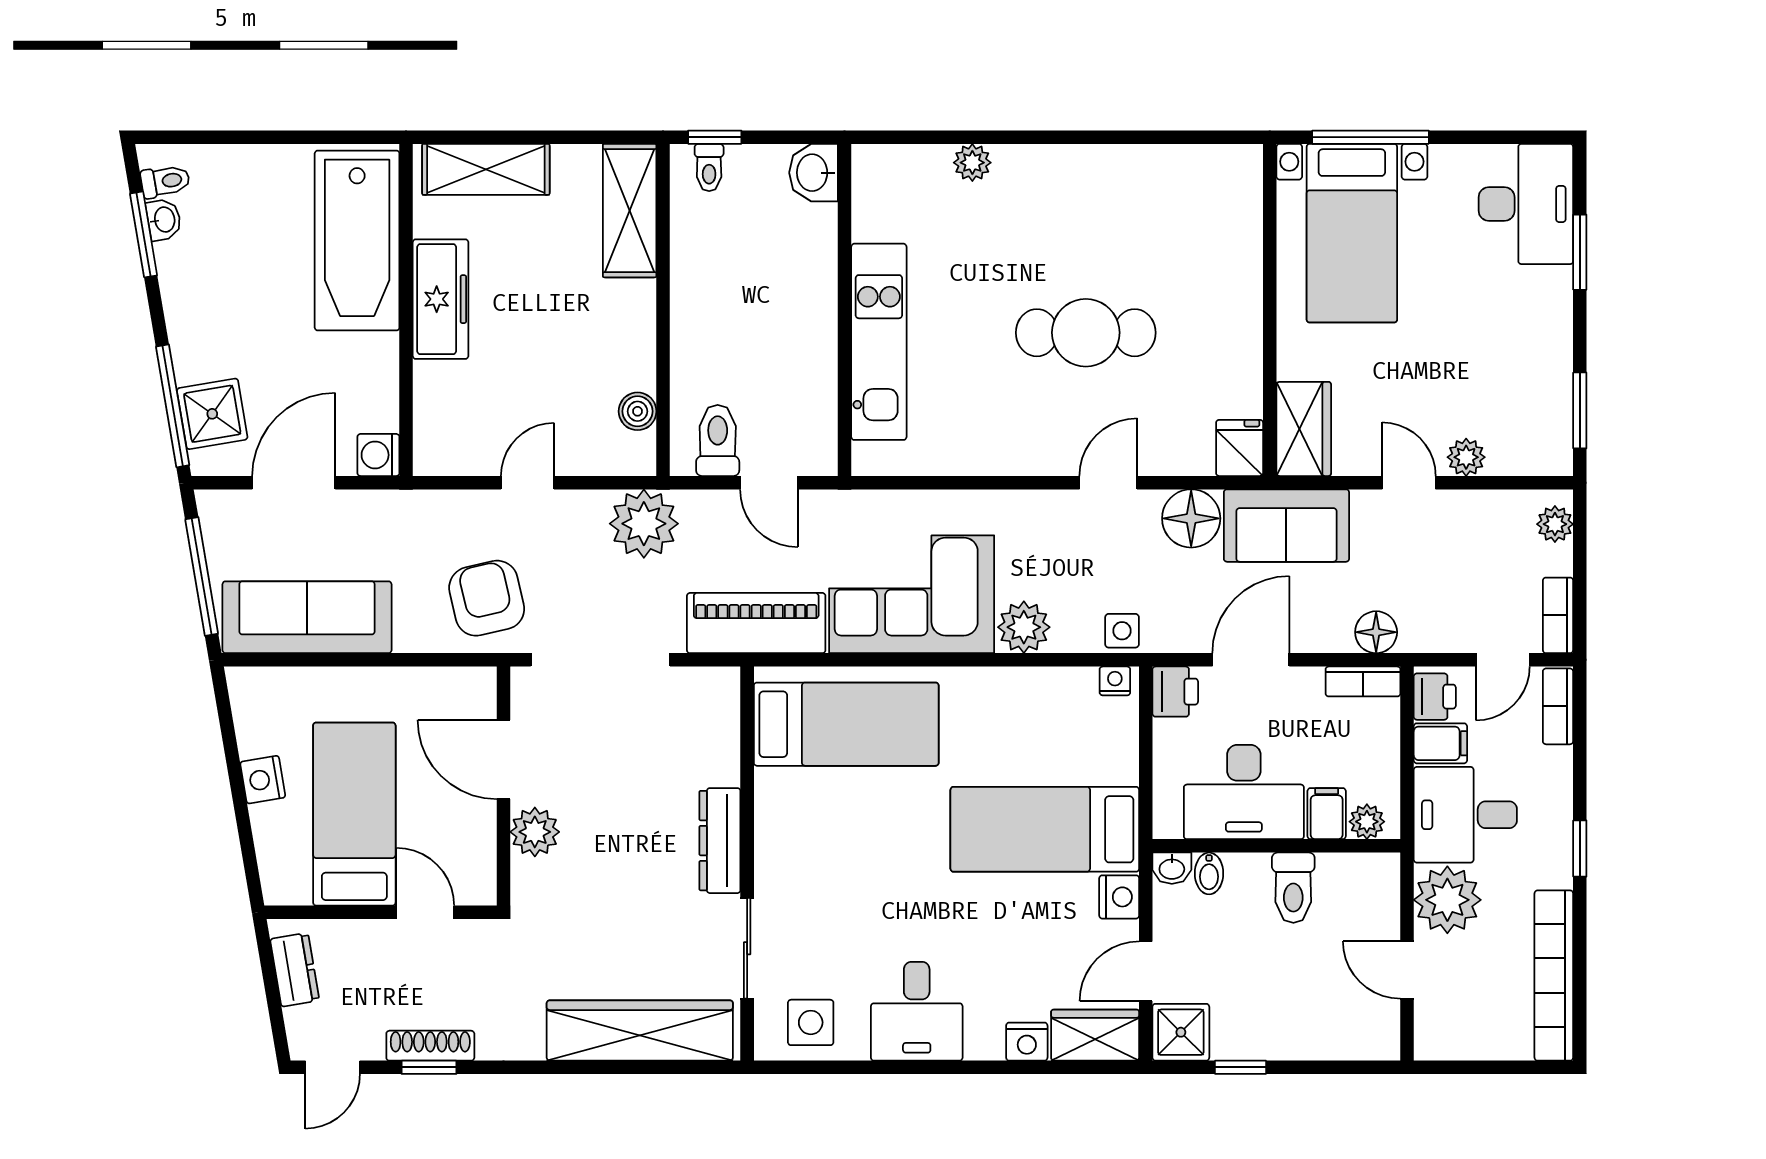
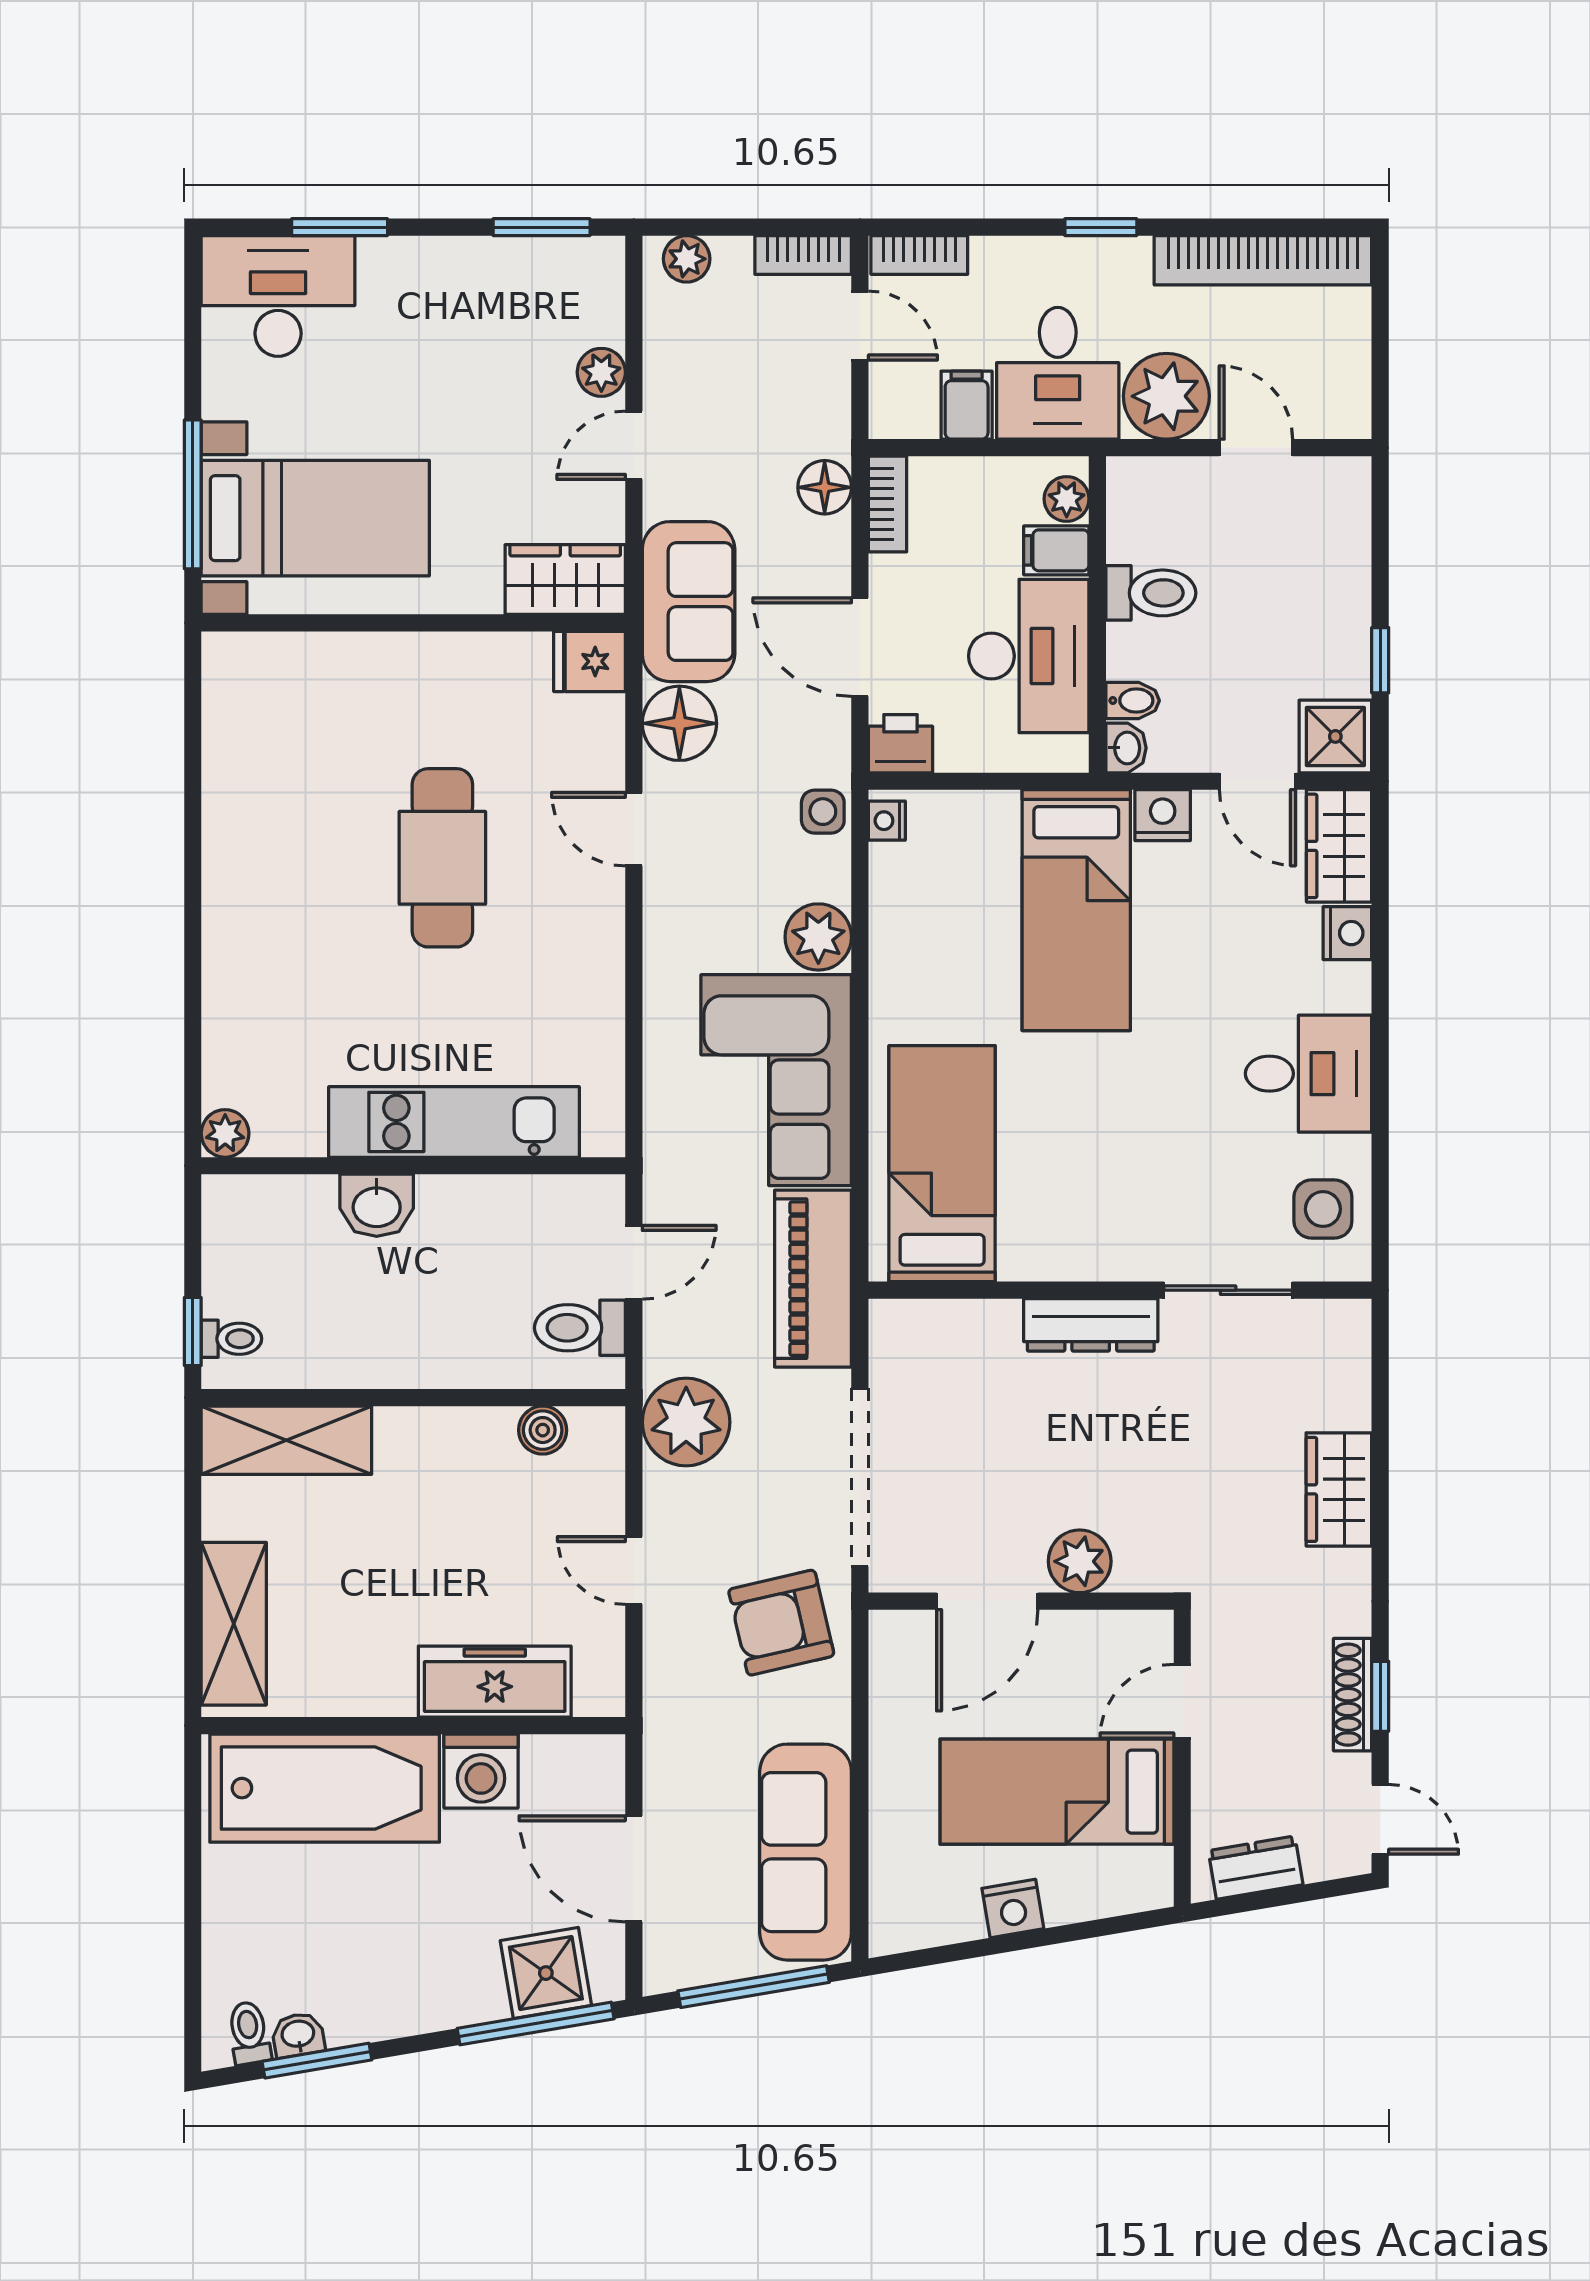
plant: (972, 163) -> (225, 1133), moved
washbasin: (814, 173) -> (377, 1205), moved
freezer: (441, 299) -> (495, 1682), moved
washing machine: (378, 455) -> (481, 1771), moved, width x1.38, depth x1.38
printer: (1435, 697) -> (907, 412), removed
door: (1407, 970) -> (1256, 448), swing flipped
wardrobe: (640, 1031) -> (1339, 1489), width x0.48, depth x0.85

